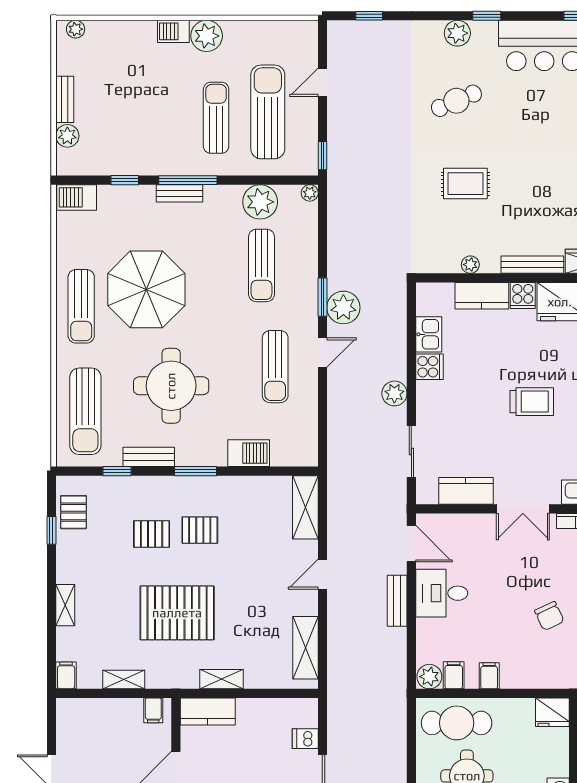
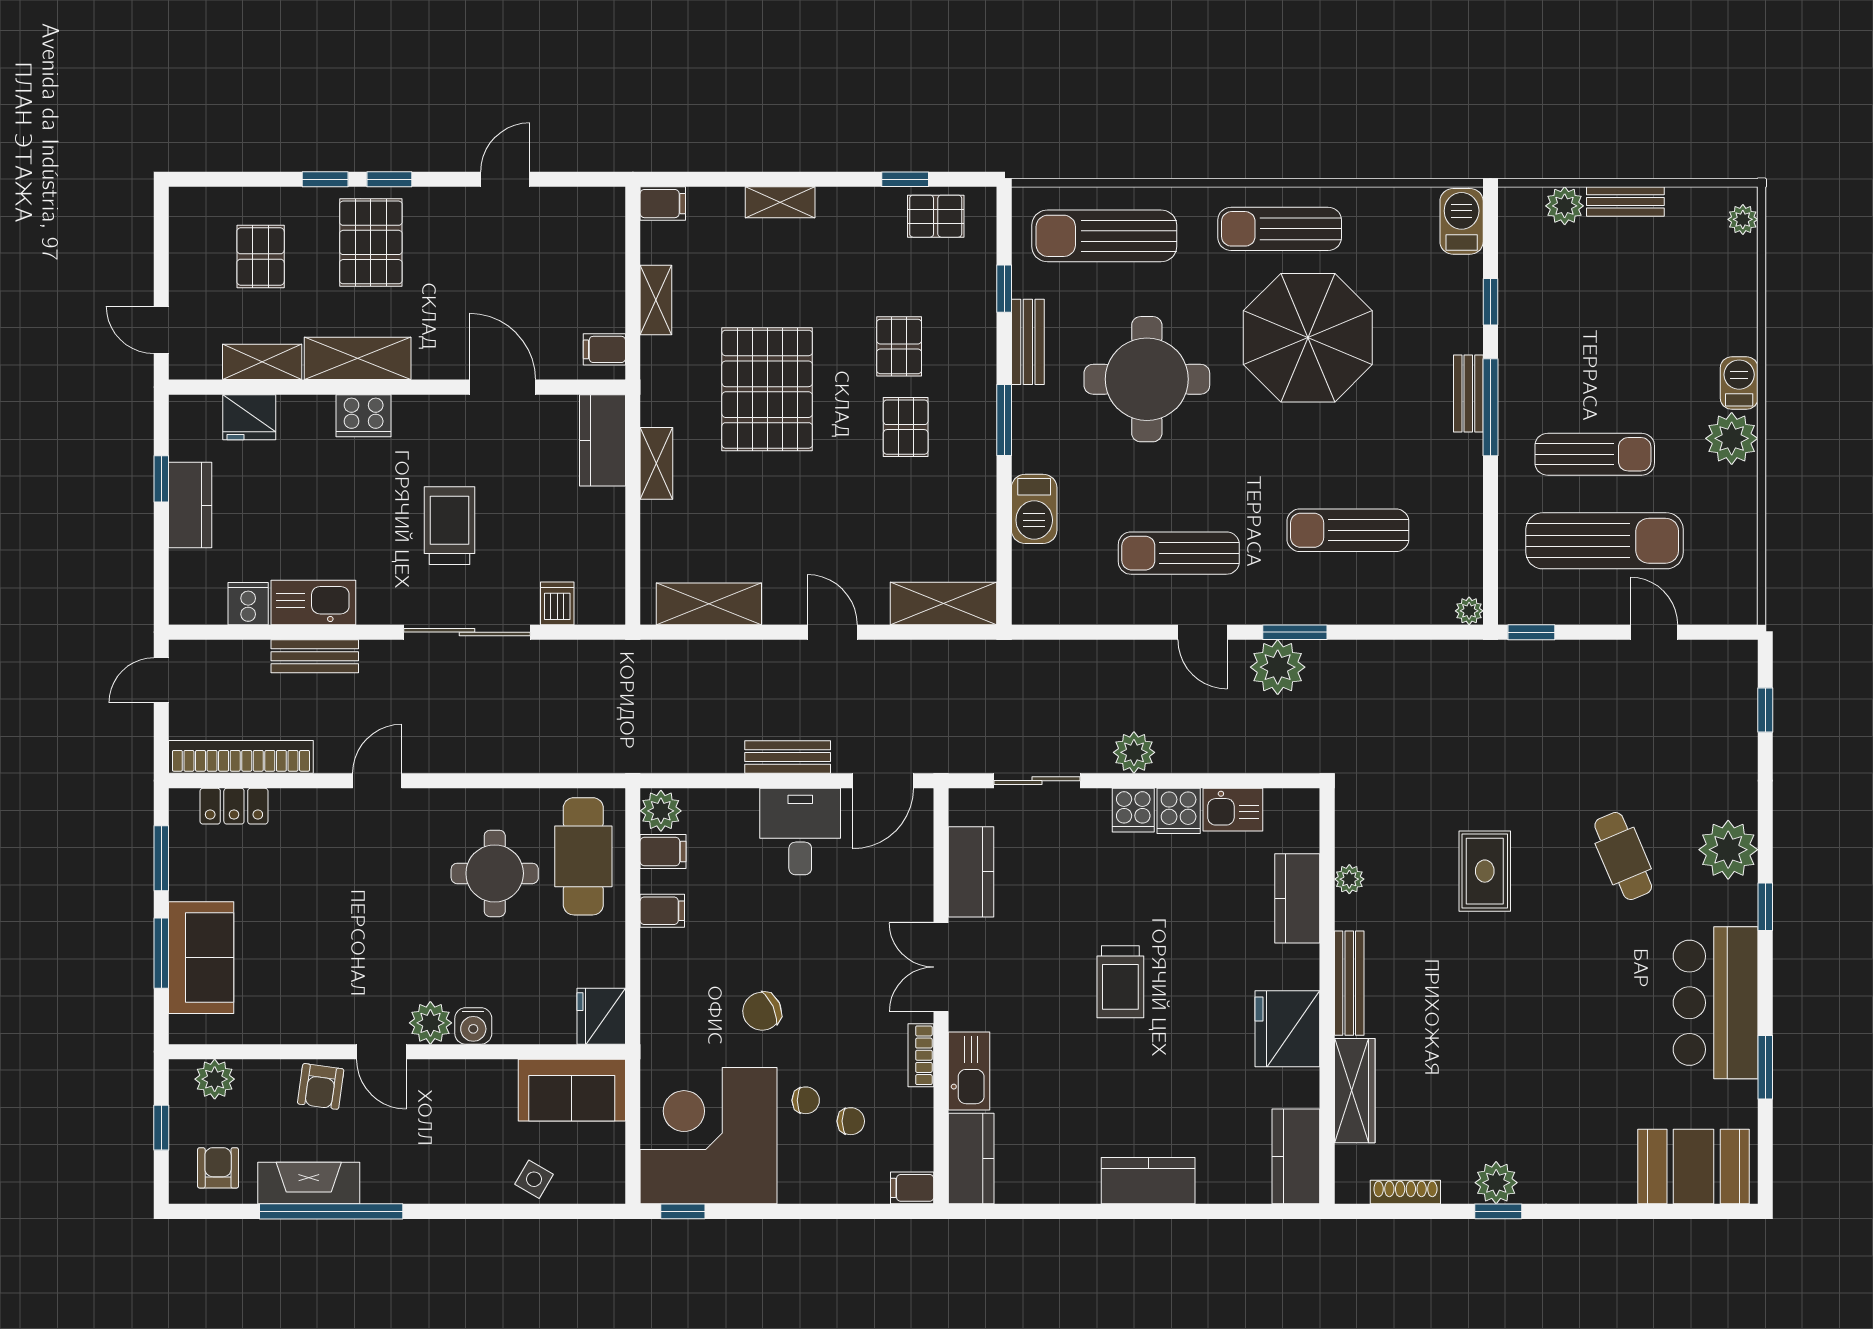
plant: (457, 33) -> (1728, 850), width x1.36, depth x1.36
plant: (260, 202) -> (1454, 528), removed
cooker: (523, 295) -> (1133, 810), moved, turned -90

